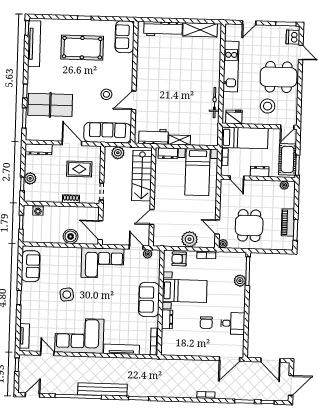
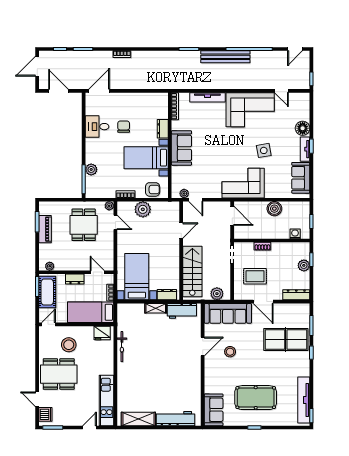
kitchen unit: (231, 67) -> (107, 400), moved
boiler: (71, 236) -> (274, 209), moved
corner sofa: (103, 263) -> (243, 183), moved
floor lamp: (27, 316) -> (303, 128), added
tv unit: (24, 336) -> (305, 149), moved

